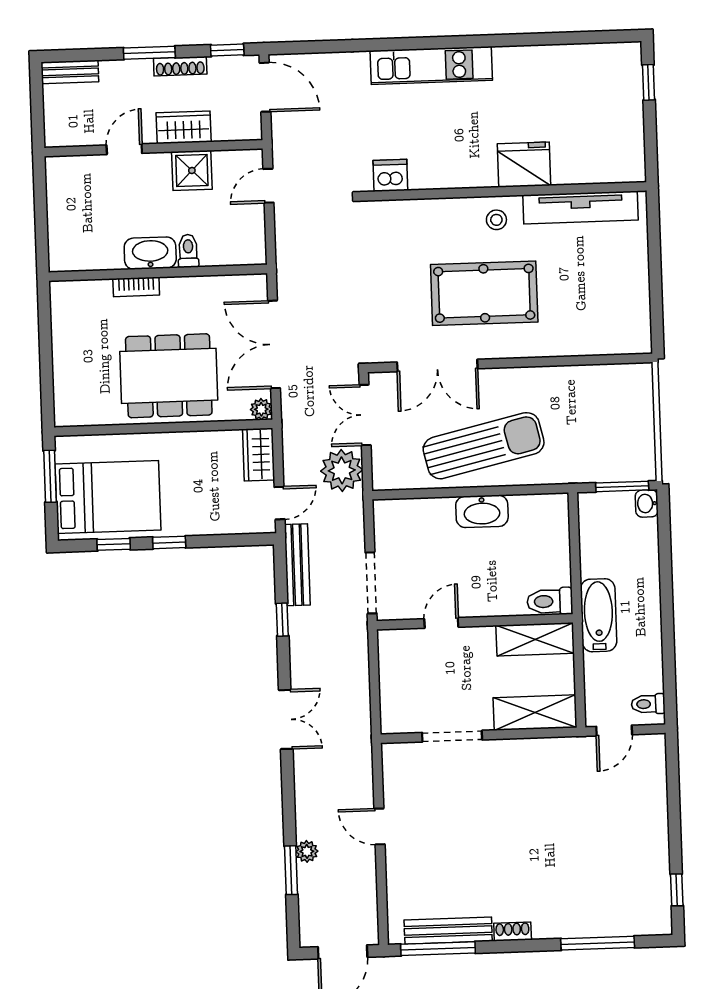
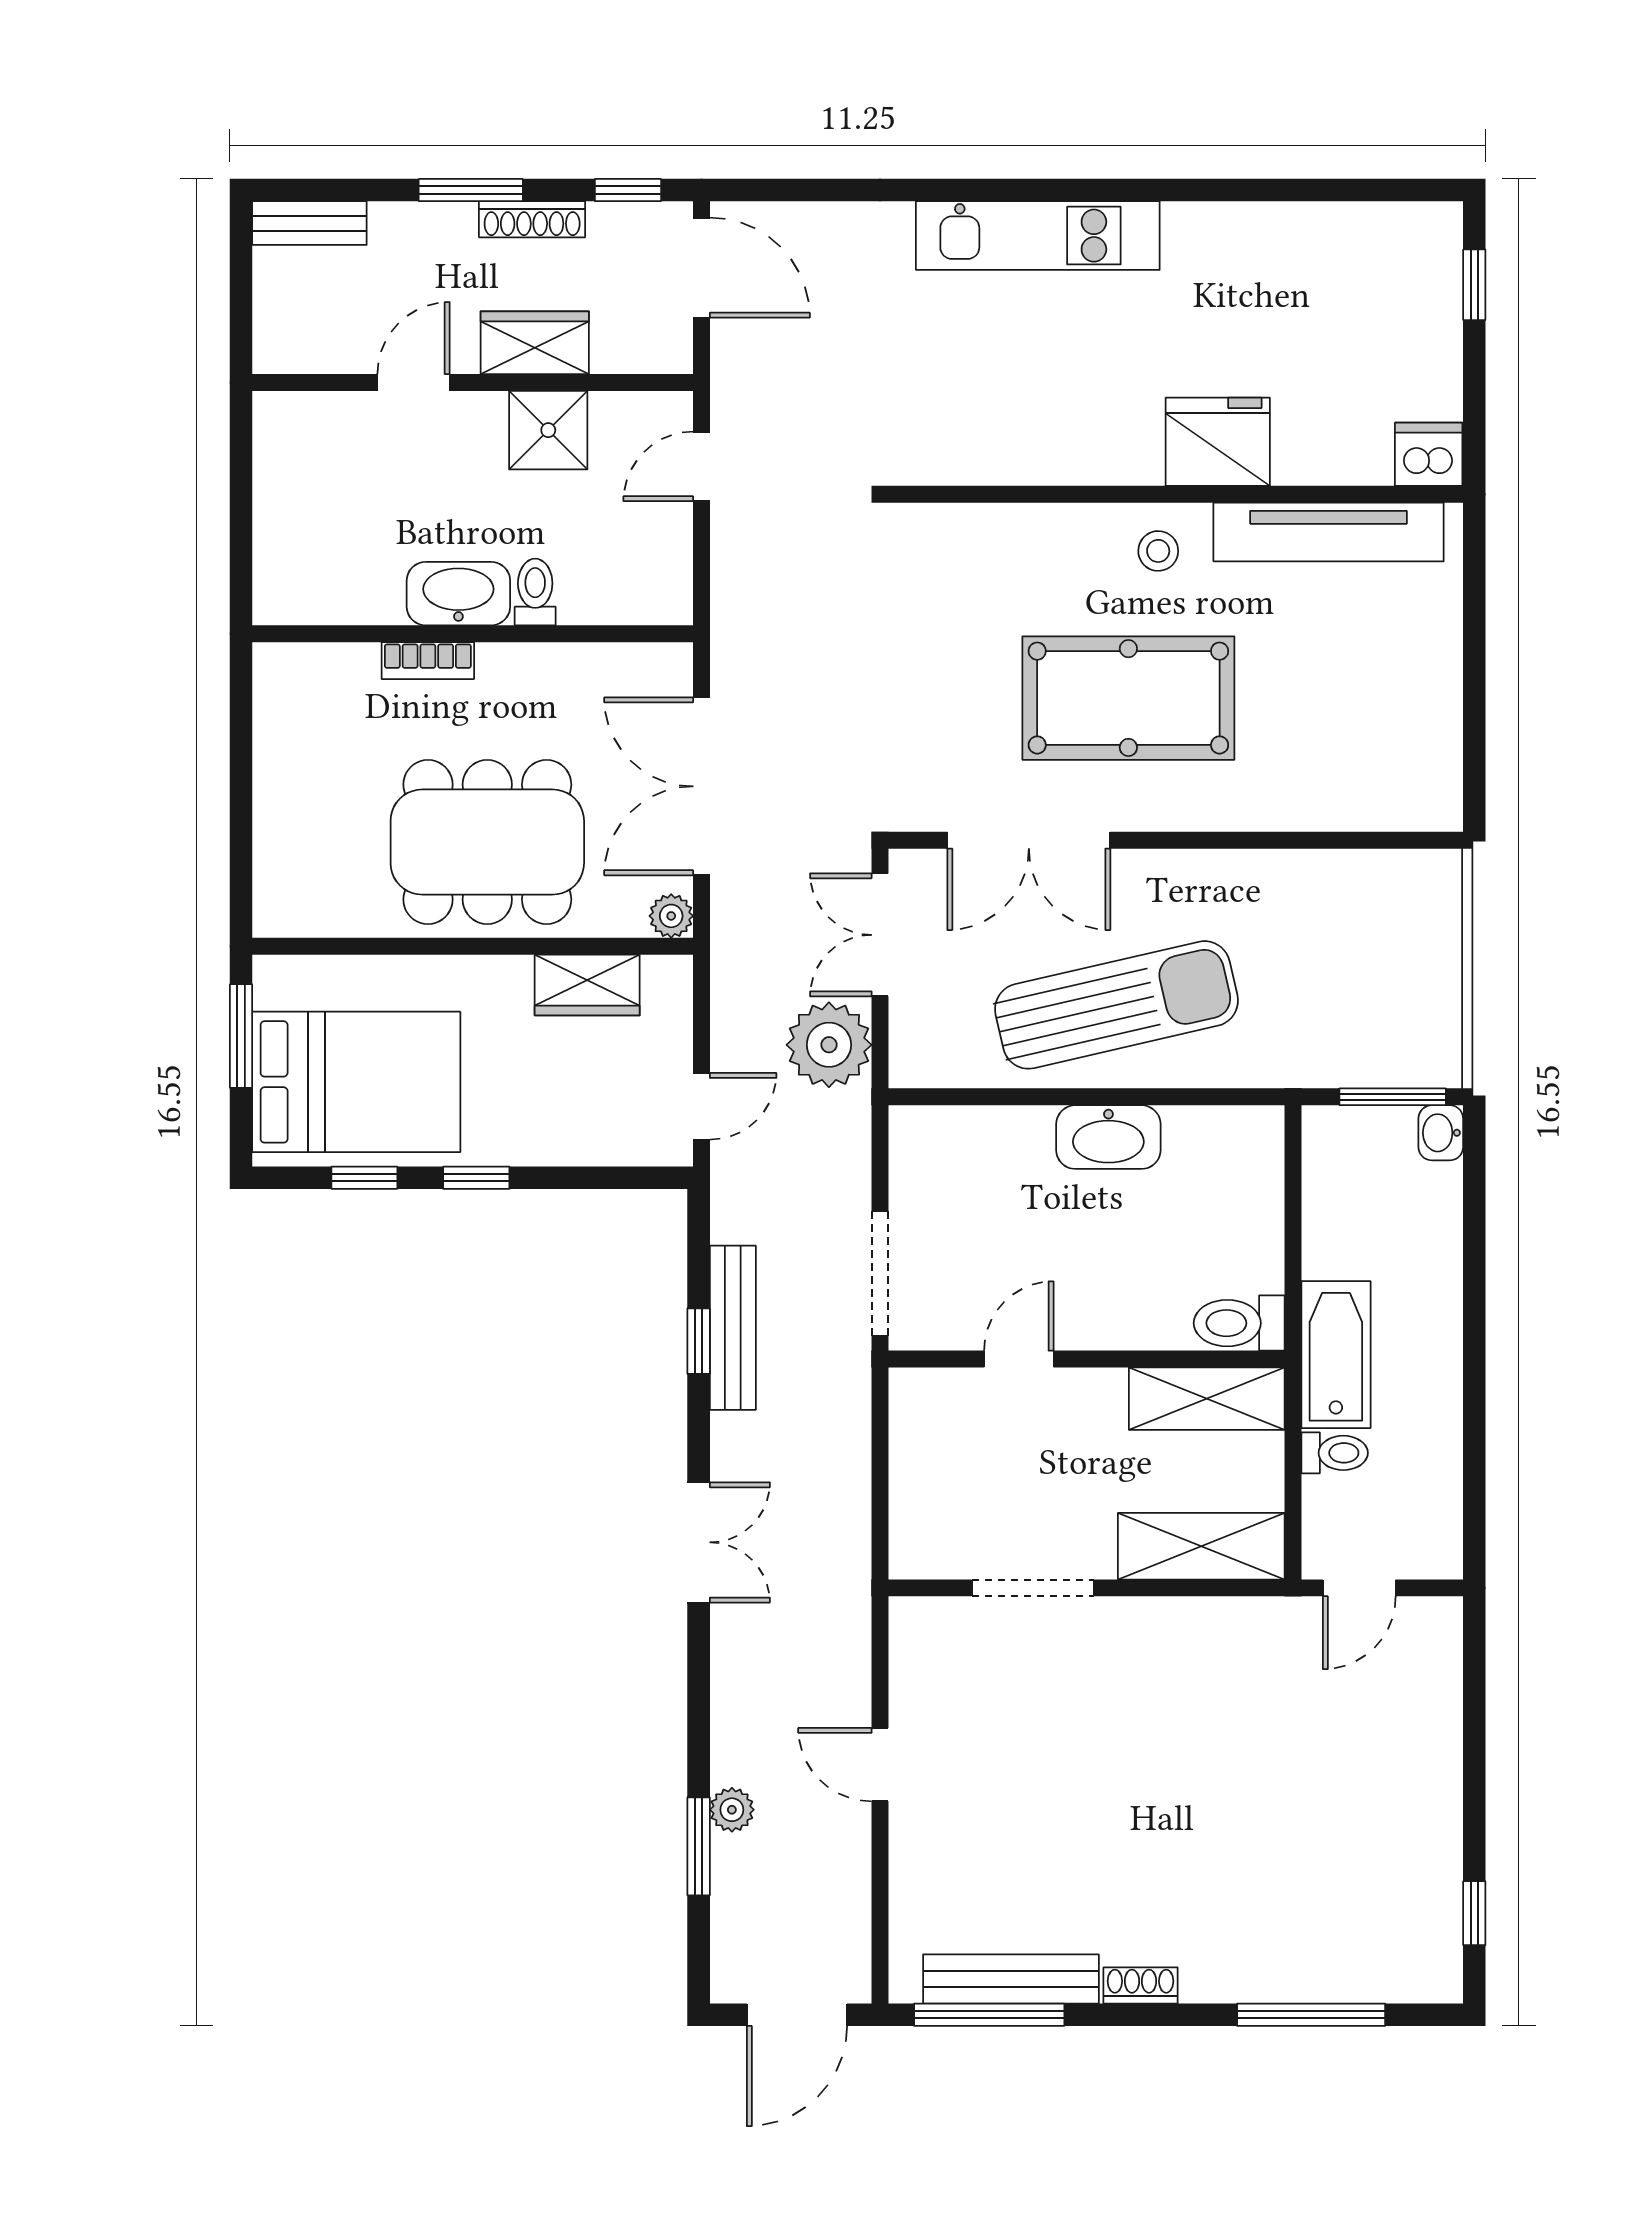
dishwasher: (390, 175) -> (1429, 454), moved
wardrobe: (259, 455) -> (587, 985), moved, turned -90
bench: (297, 565) -> (733, 1328), moved
toilet: (648, 704) -> (1335, 1453), moved, turned 180

